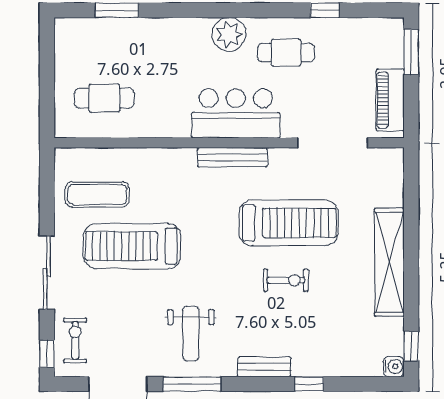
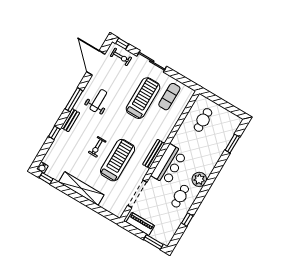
treadmill: (288, 223) -> (118, 160), turned 180
weight bench: (191, 334) -> (98, 101), turned 90
window: (192, 384) -> (74, 100), moved

